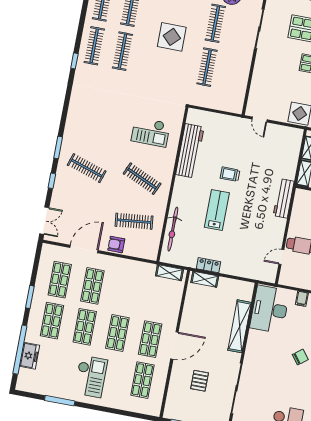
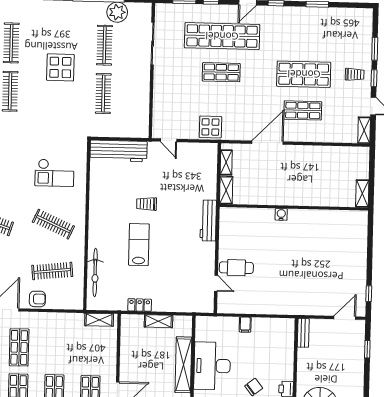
workbench: (190, 151) -> (118, 151), moved, turned 90
armchair: (116, 244) -> (37, 299), turned 180
door: (281, 257) -> (216, 283), swing flipped
shelving: (205, 279) -> (158, 321), moved
desk: (270, 309) -> (212, 366), moved

